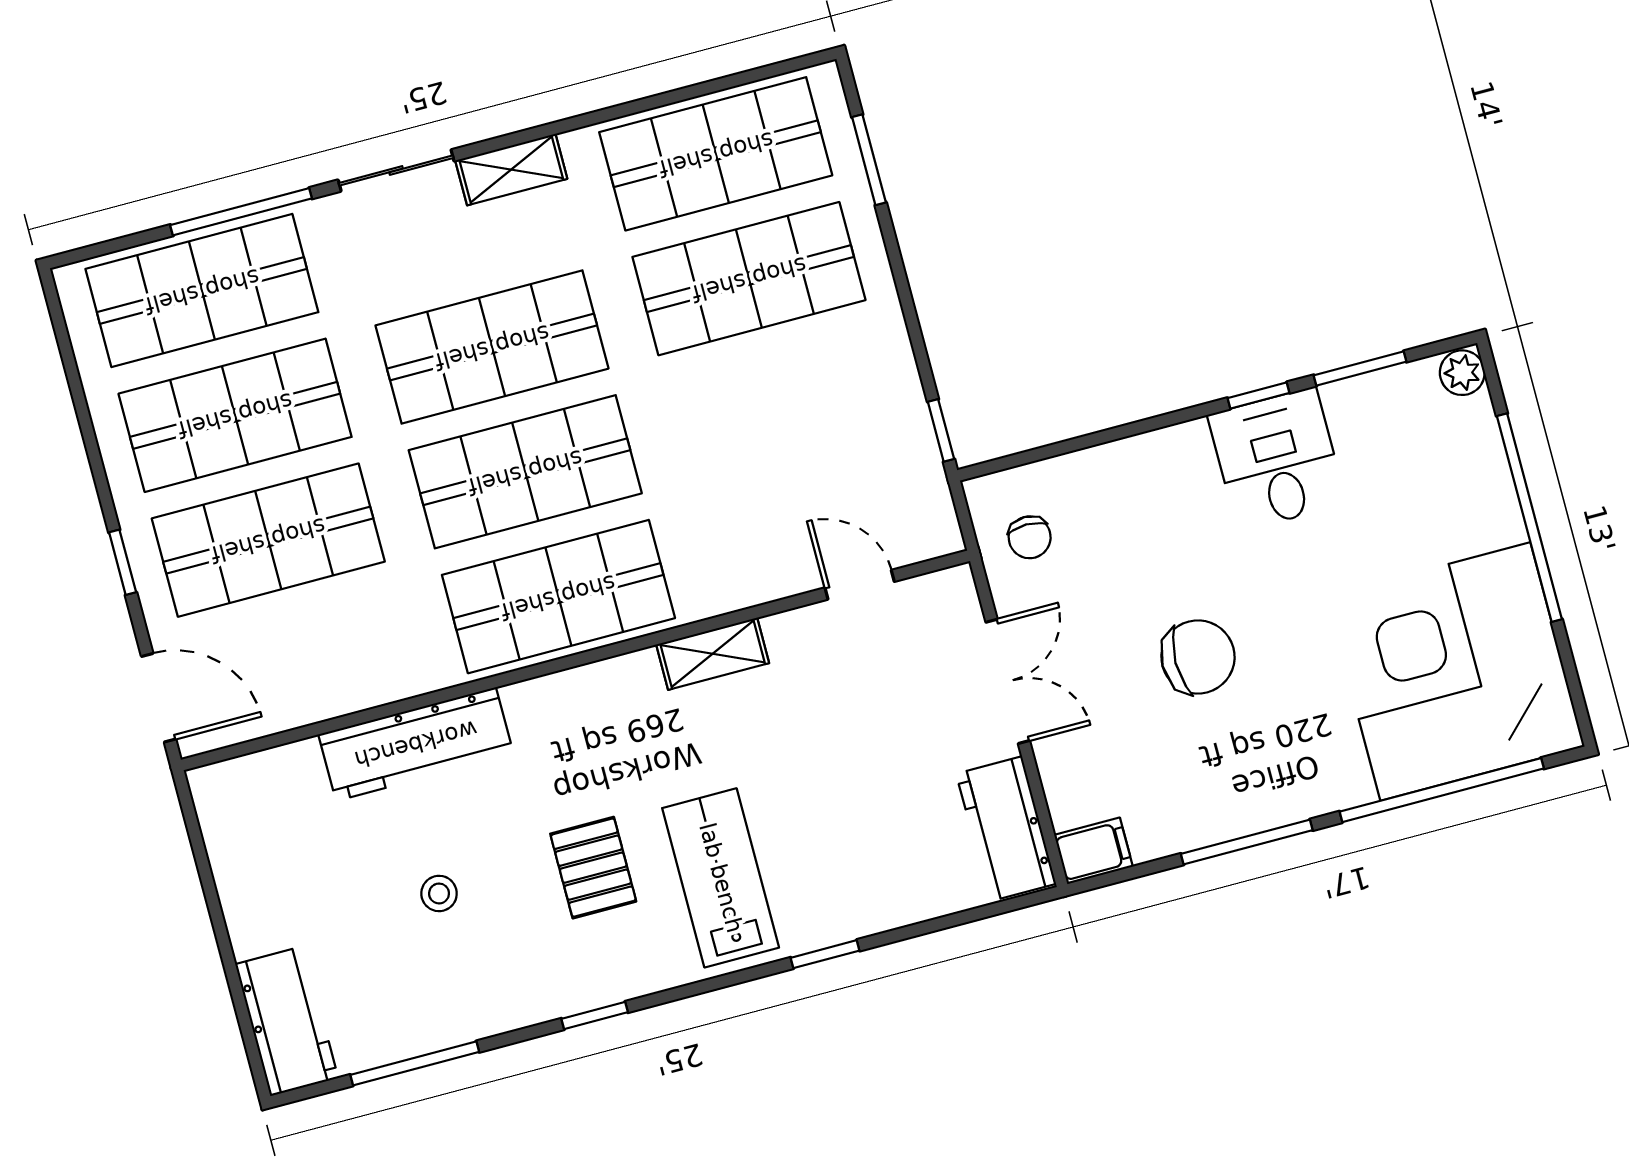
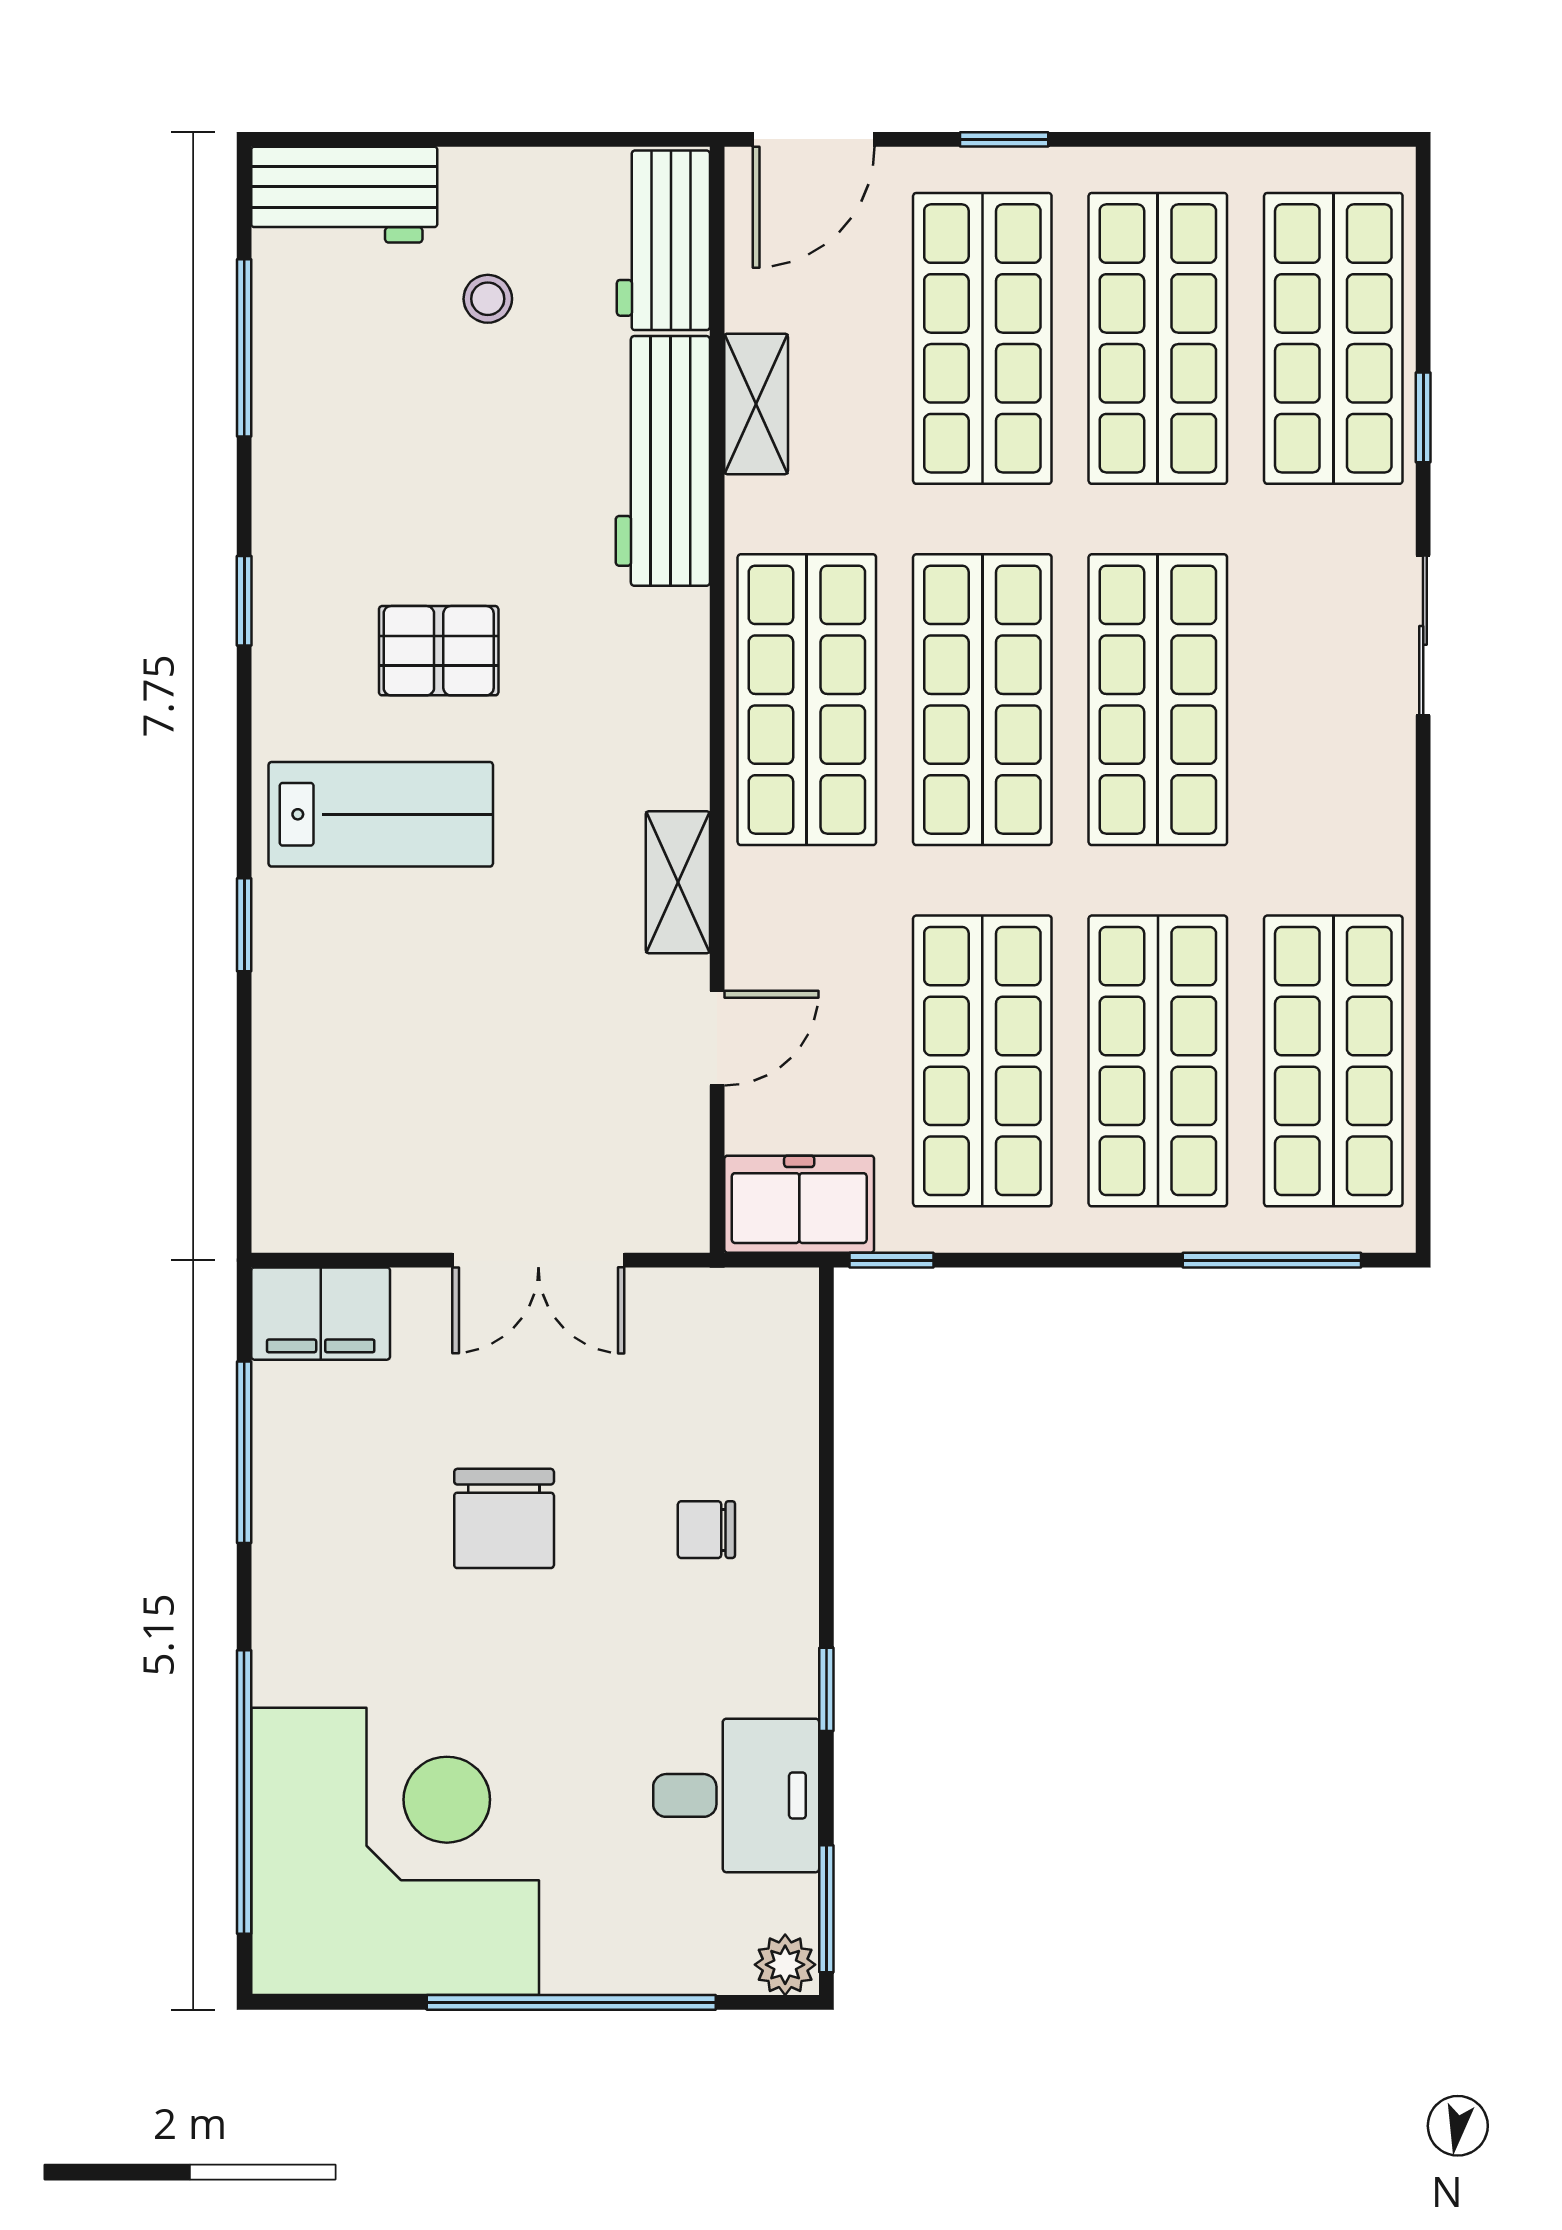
window: (869, 160) -> (1272, 1260), width x1.44
shelving: (511, 170) -> (756, 404), moved
window: (241, 212) -> (1423, 417), width x0.46
window: (1360, 368) -> (826, 1909), moved
shop shelf: (782, 403) -> (982, 1061), added
desk: (1277, 459) -> (736, 1795), moved
freezer: (919, 507) -> (799, 1204), added
chair: (1030, 537) -> (706, 1530), moved
door: (860, 585) -> (717, 1038), moved
workbench: (1006, 829) -> (663, 240), moved, turned -90
window: (1247, 842) -> (244, 1452), moved
filing cabinet: (1094, 851) -> (321, 1314), width x2.00
stool: (439, 893) -> (488, 299), moved

